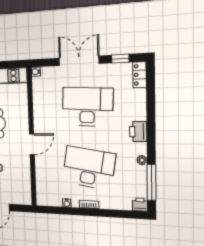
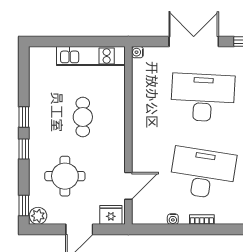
door: (32, 144) -> (128, 186), moved
fridge: (21, 198) -> (111, 215), added

